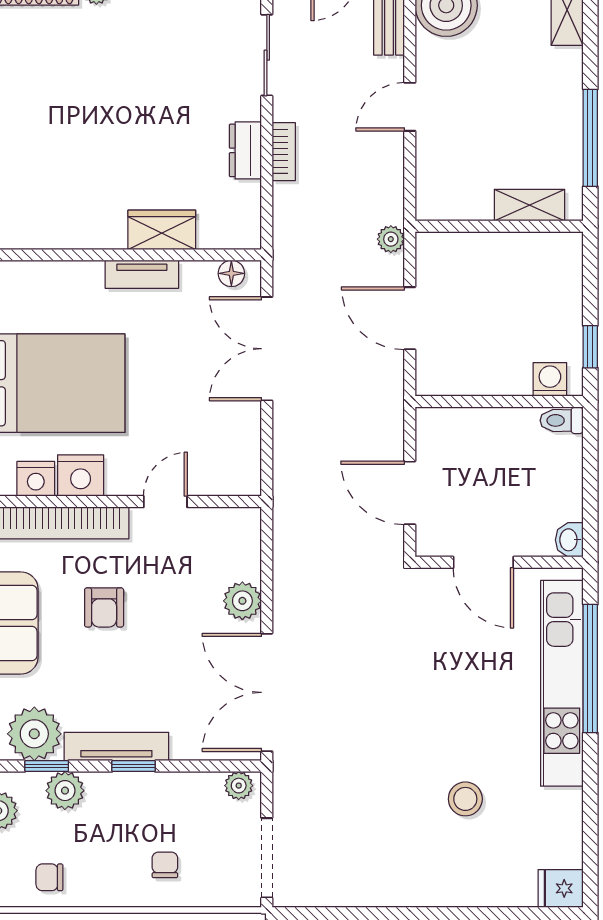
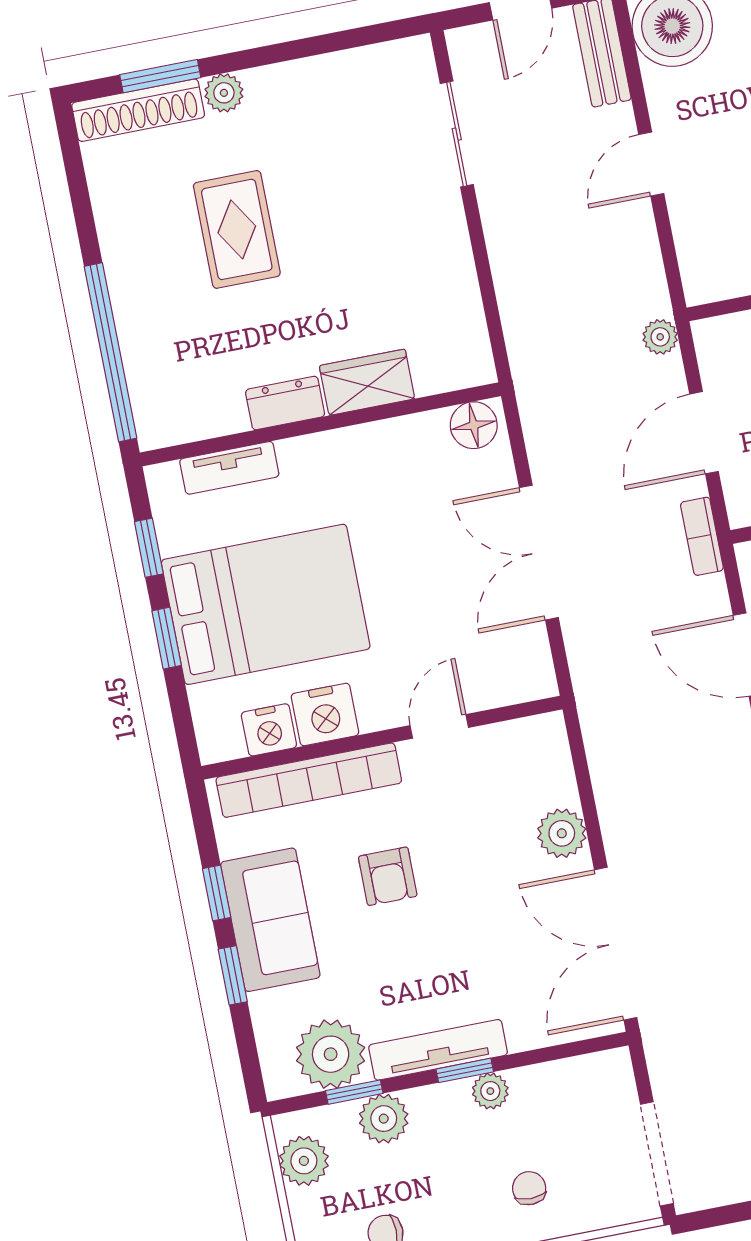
rug: (86, 95) -> (237, 229), added
dresser: (245, 150) -> (285, 403), moved, turned 90
bookcase: (284, 152) -> (702, 536), moved, turned 180
floor lamp: (231, 273) -> (474, 425), width x1.37, depth x1.37
tv unit: (142, 274) -> (229, 468), moved
door: (410, 318) -> (704, 433), hinge flipped
double door: (267, 349) -> (539, 553), moved
plant: (239, 786) -> (490, 1091), moved

